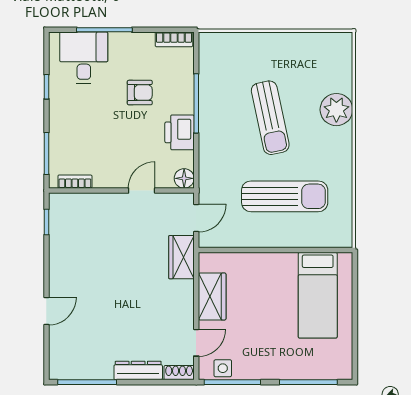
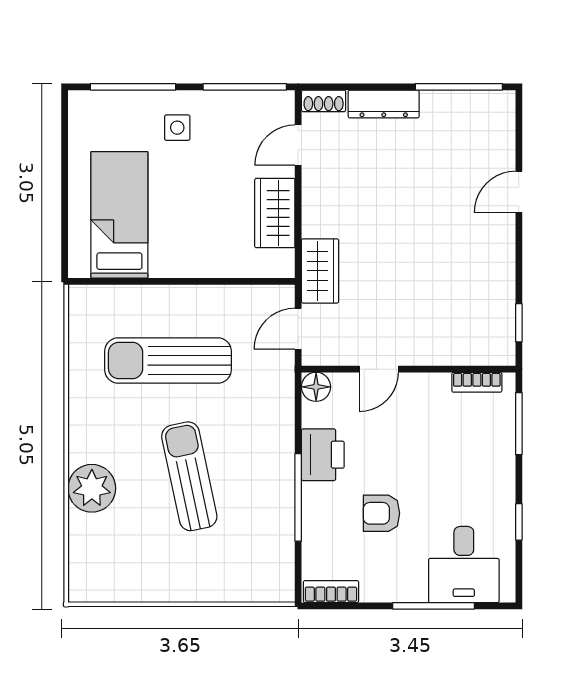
side table: (223, 368) -> (177, 128), moved

